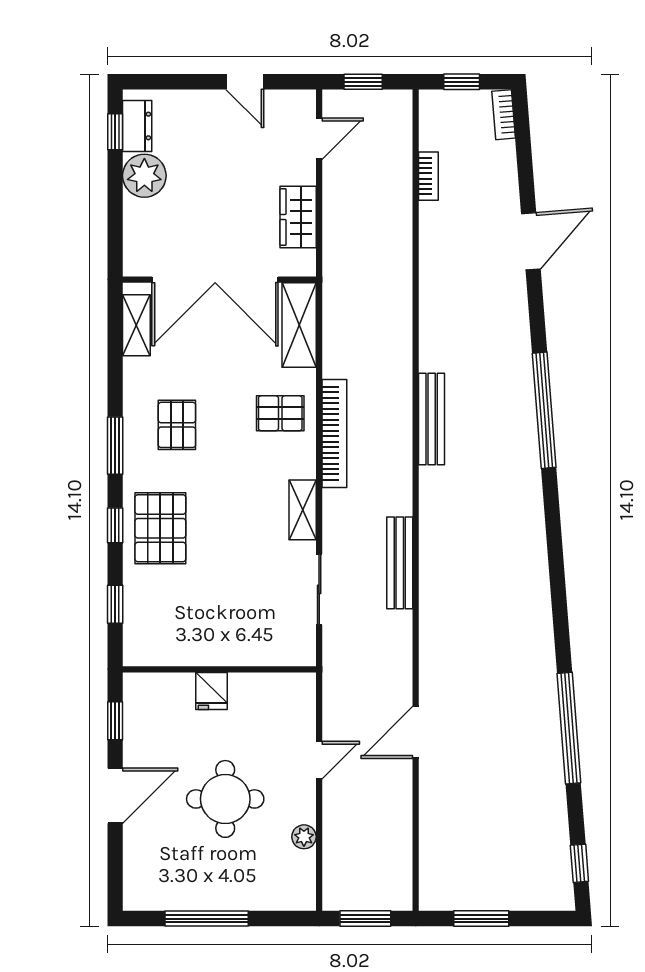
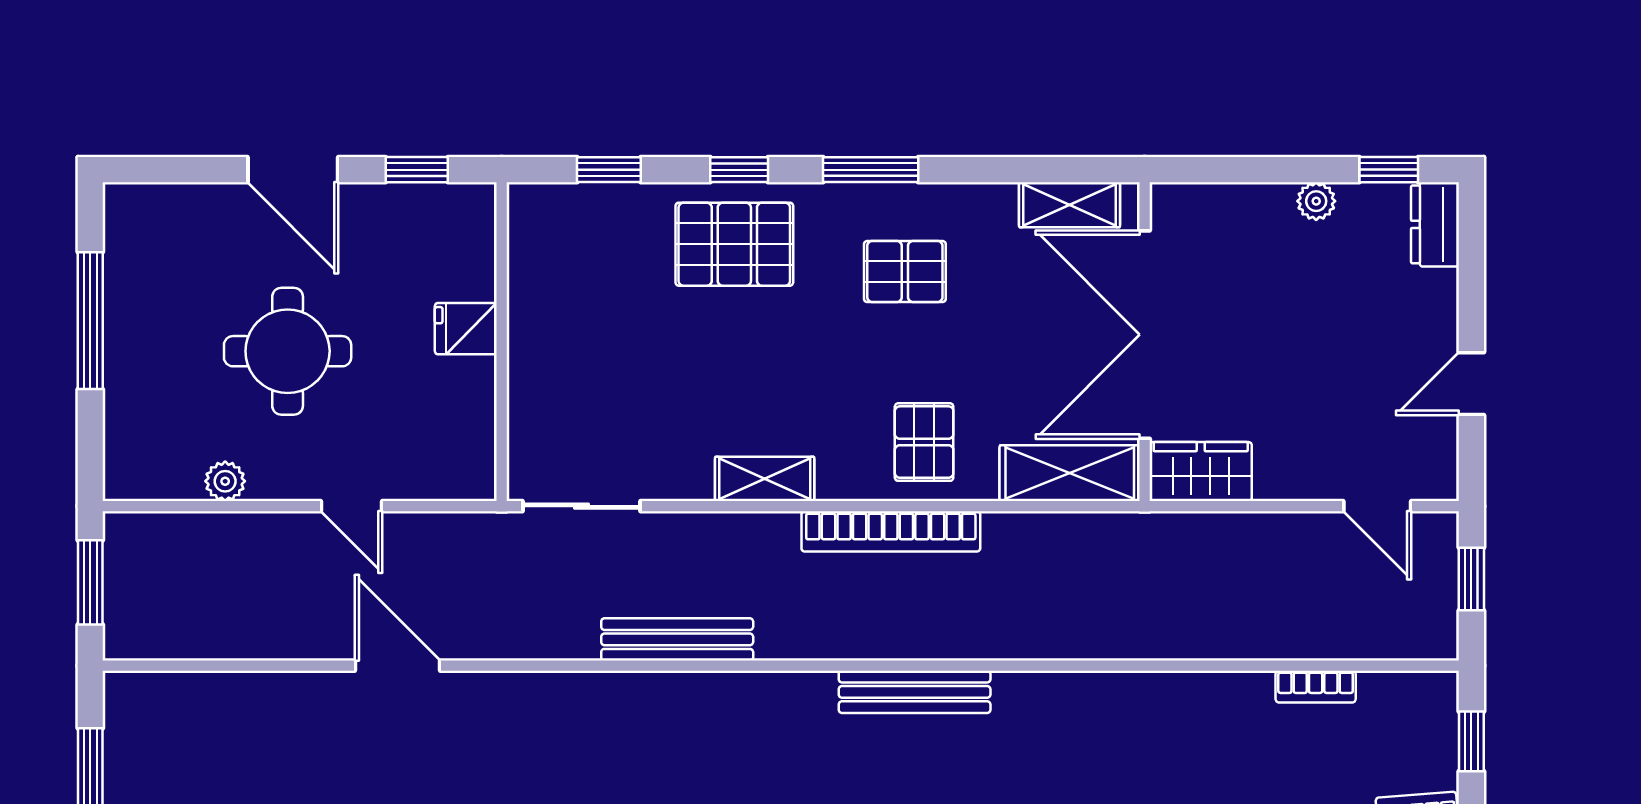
dresser: (137, 126) -> (1435, 224), moved, turned 90
plant: (144, 176) -> (1316, 201), width x0.53, depth x0.53
wardrobe: (298, 217) -> (1201, 472), moved
sliding door: (319, 589) -> (582, 506), moved

